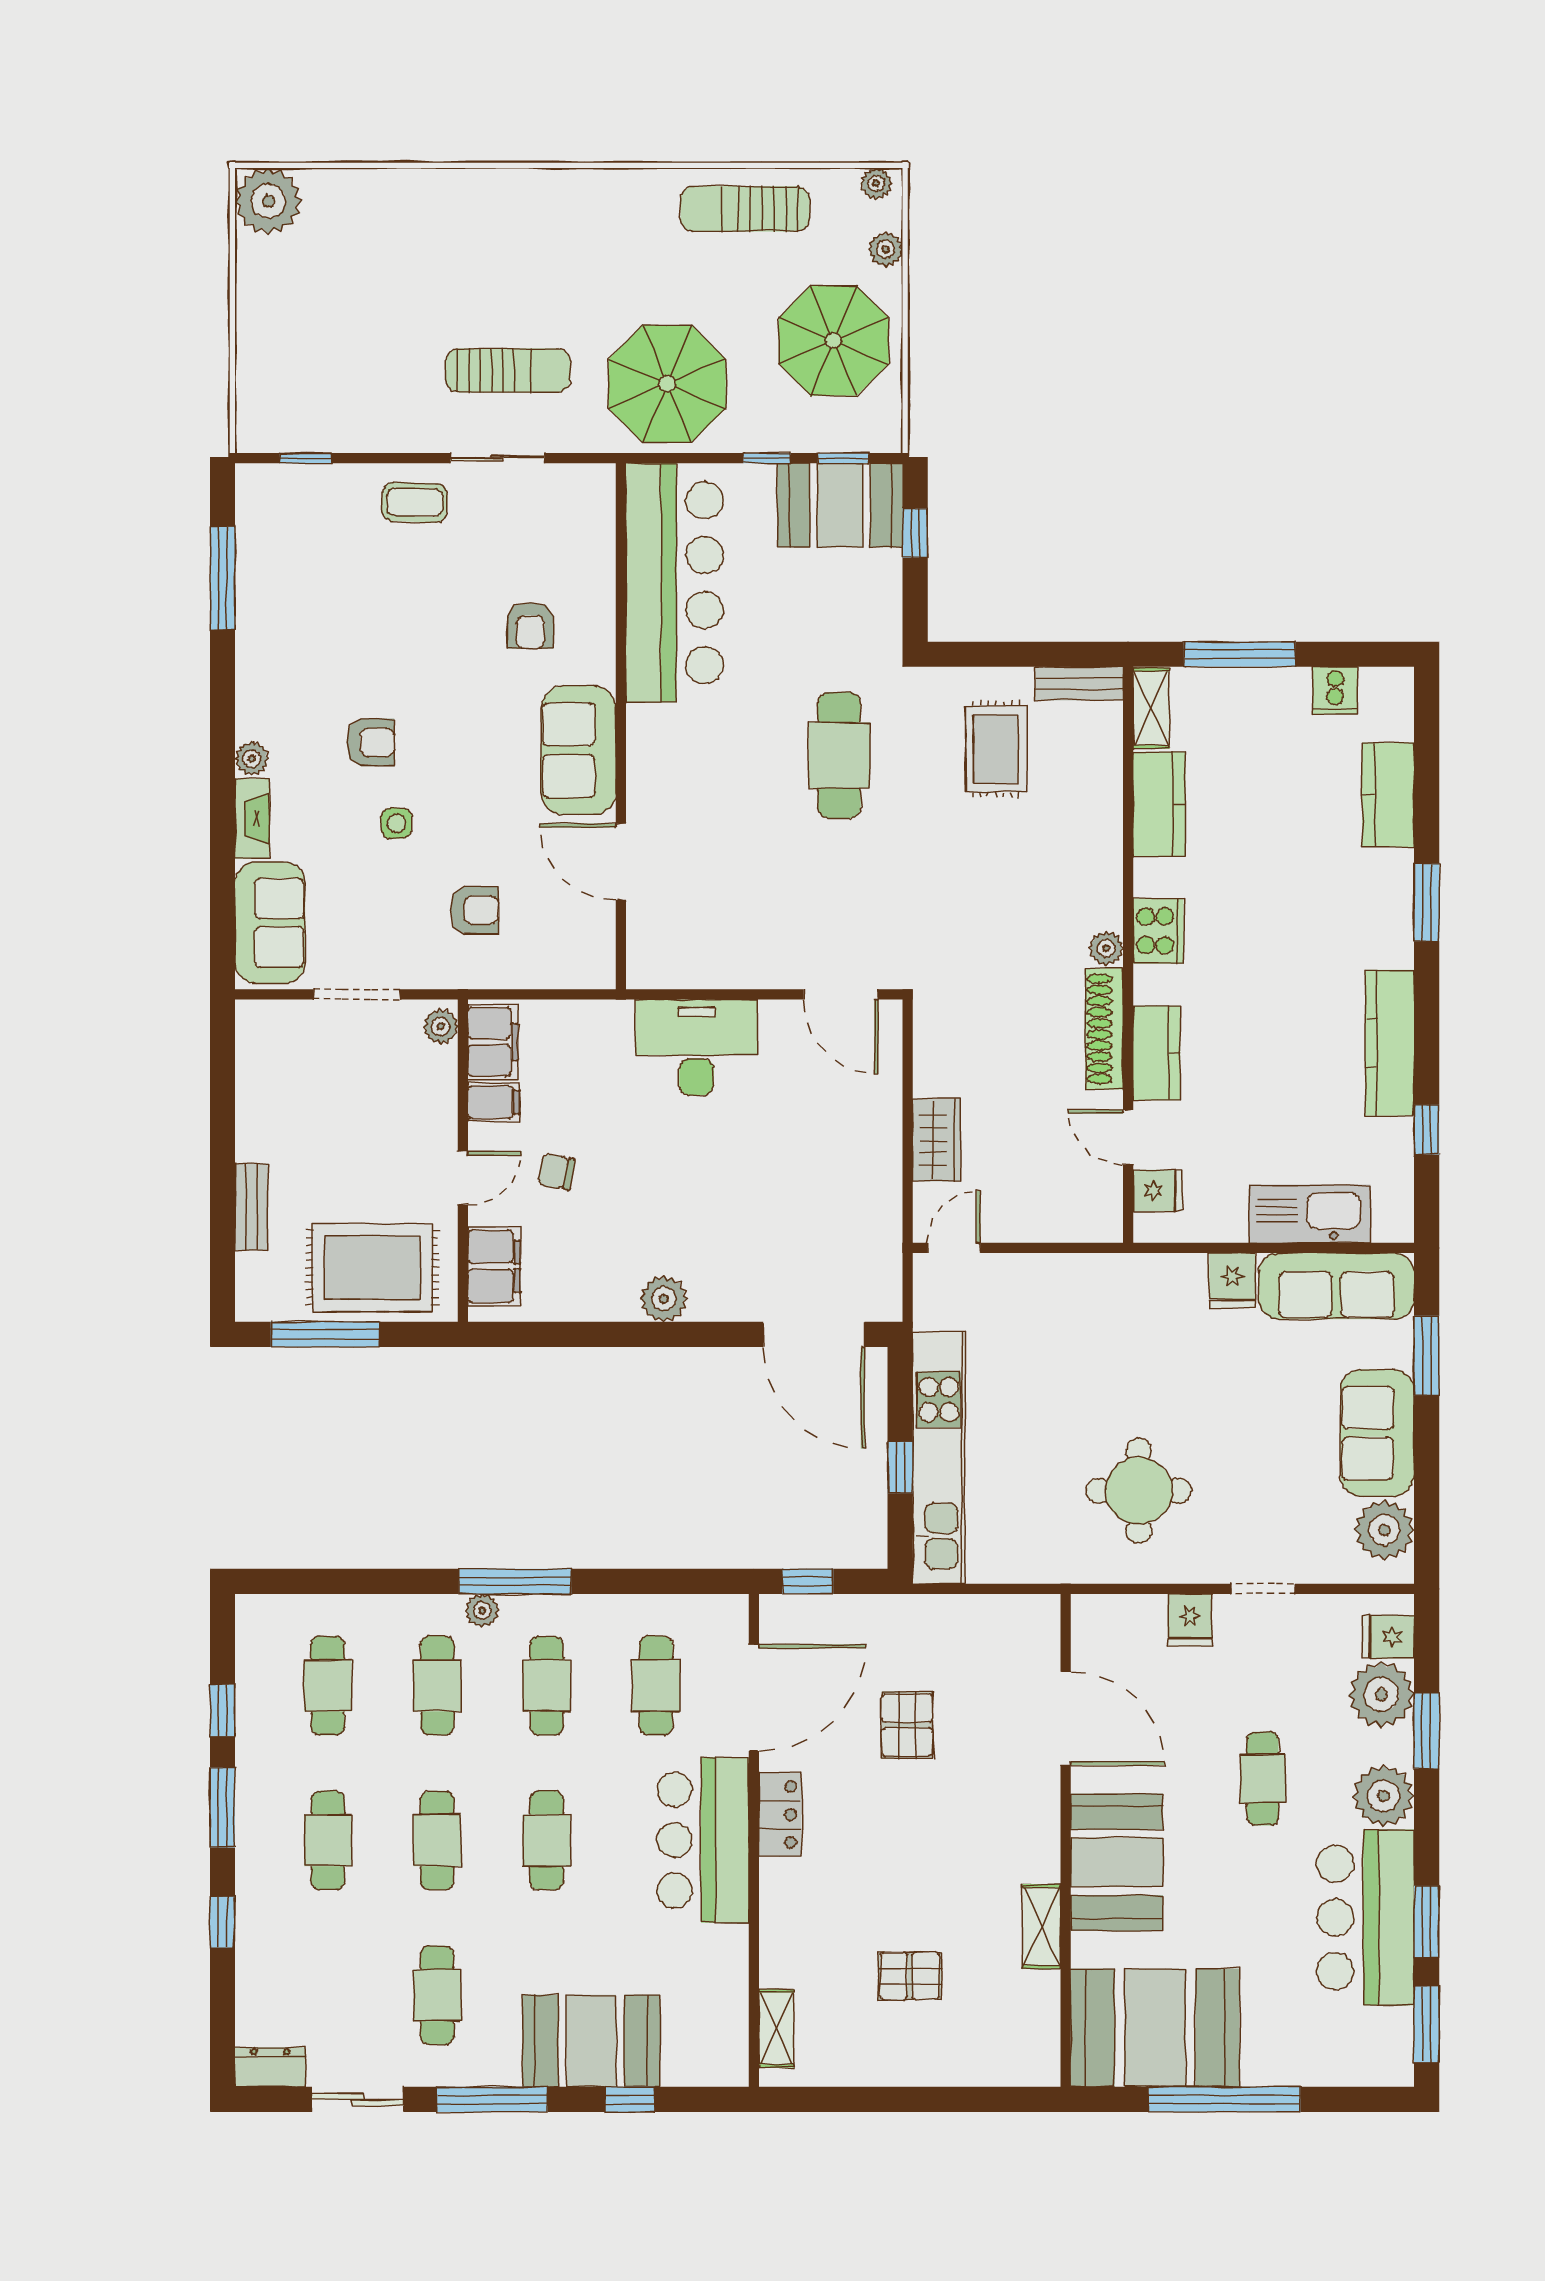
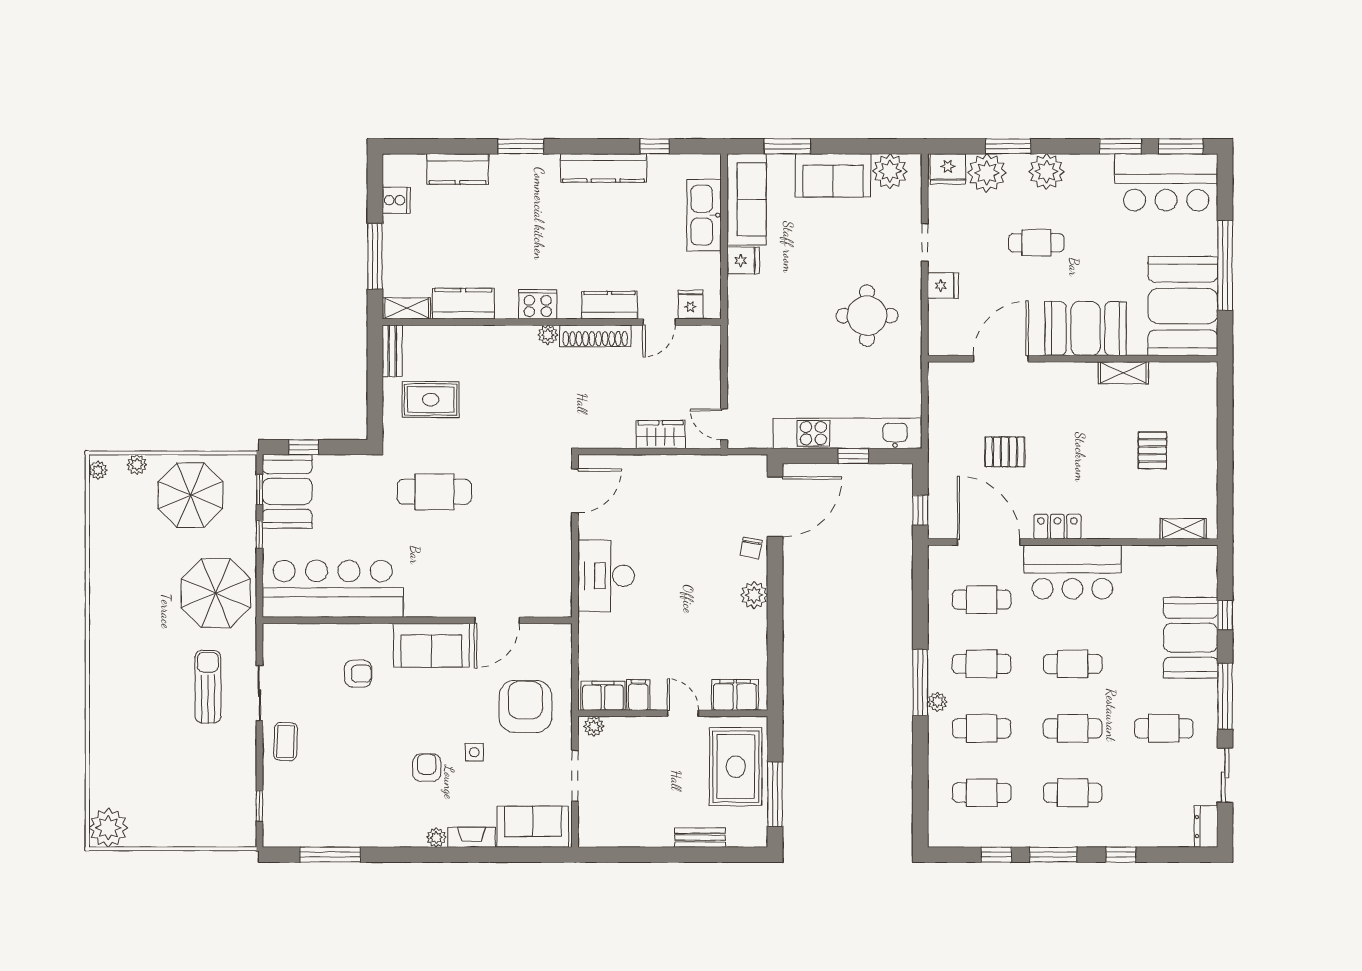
sun lounger: (745, 209) -> (113, 547), removed
armchair: (475, 910) -> (525, 706), width x1.88, depth x1.88
chair: (556, 1172) -> (751, 548), moved
fridge: (1388, 1637) -> (948, 169), width x1.38
bar counter: (1365, 1917) -> (1166, 182), moved

